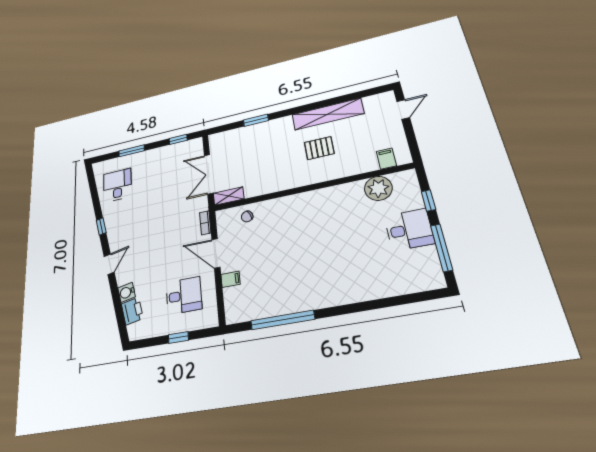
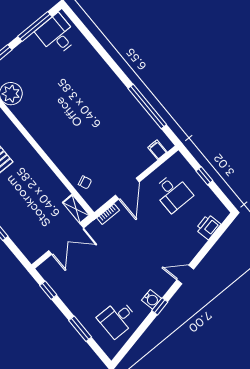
desk: (409, 230) -> (57, 35), moved
filing cabinet: (231, 279) -> (157, 150), moved
water cooler: (127, 292) -> (152, 299), moved
desk: (184, 296) -> (173, 193), turned 180

